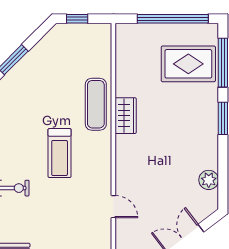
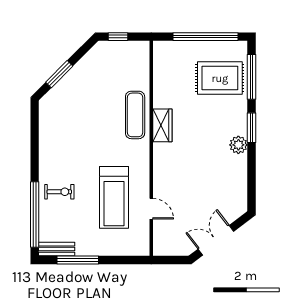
treadmill: (60, 153) -> (114, 197), moved, width x1.37, depth x1.38
plant: (209, 180) -> (238, 145), moved

